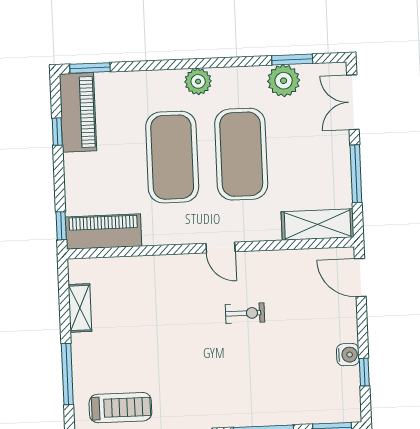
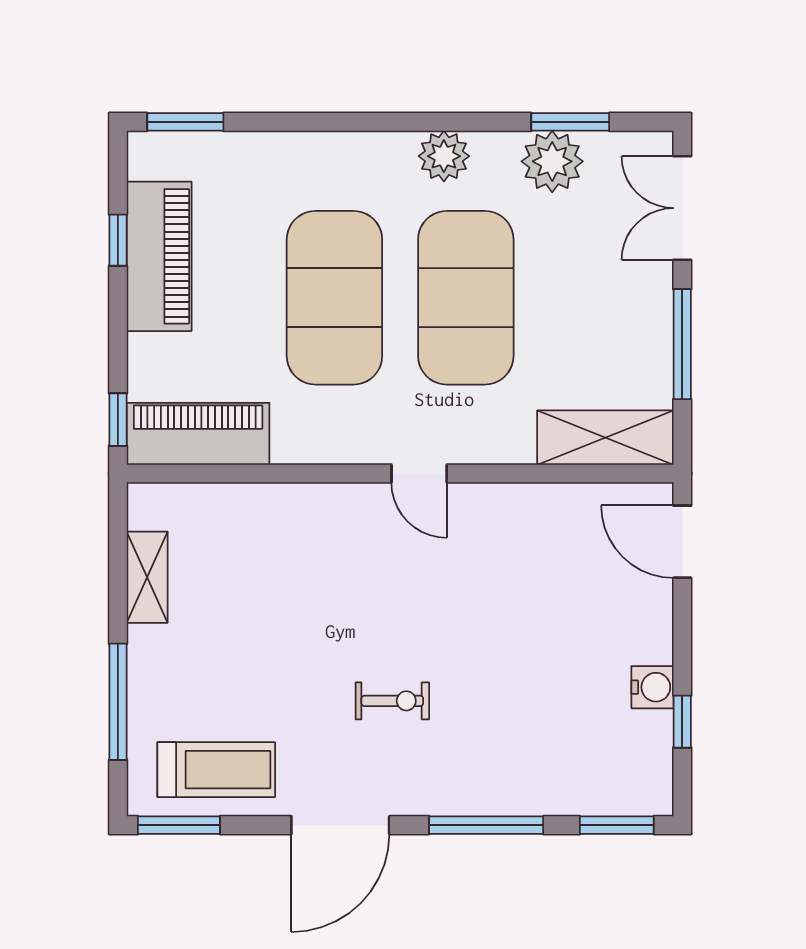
plant: (198, 81) -> (444, 156), moved
piano: (78, 112) -> (159, 256), moved
exercise bike: (245, 313) -> (392, 701), moved

